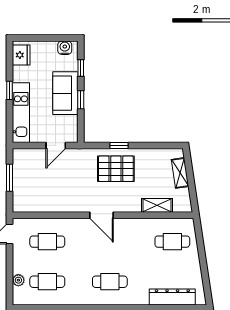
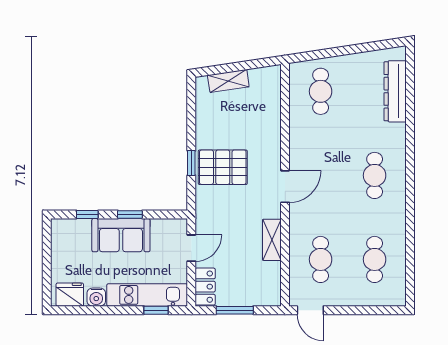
water cooler: (65, 48) -> (96, 297), moved, turned -90
window: (10, 90) -> (156, 310), moved
door: (56, 145) -> (191, 248), hinge flipped
locker: (27, 156) -> (205, 287), added
pallet: (116, 169) -> (223, 167), turned 90
shelving: (157, 205) -> (272, 240), moved
plant: (18, 280) -> (373, 298), removed

